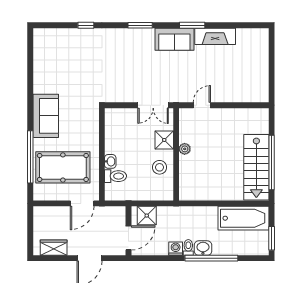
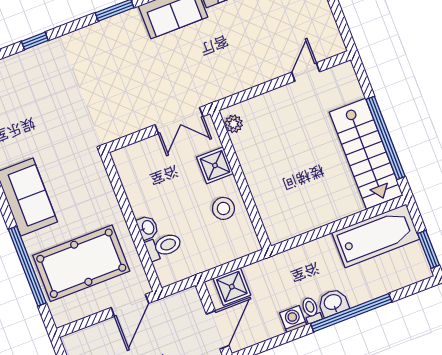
door: (202, 105) -> (306, 72), moved
plant: (185, 149) -> (234, 124), moved

